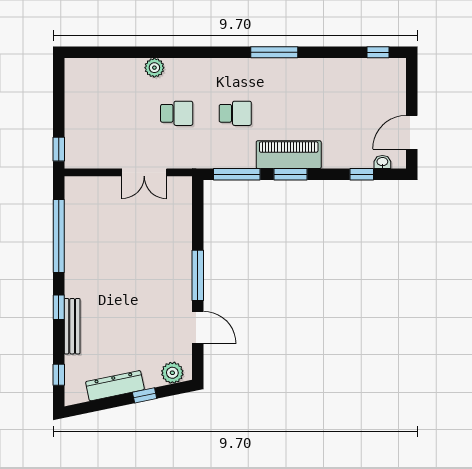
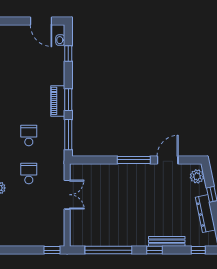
piano: (289, 155) -> (58, 101), width x0.73, depth x0.75

